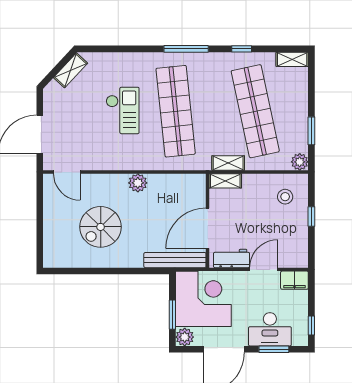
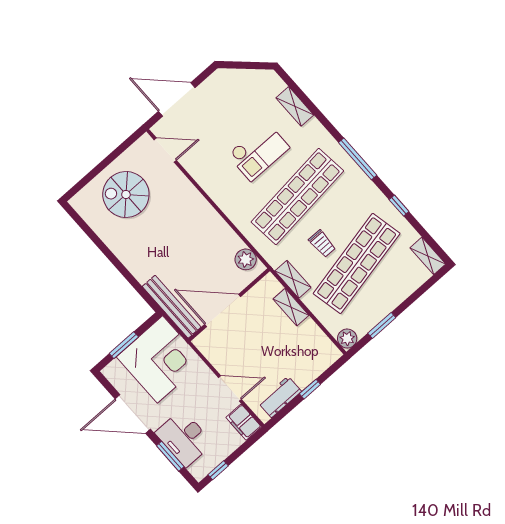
shelving: (71, 70) -> (295, 106), moved, turned 47
trolley: (222, 123) -> (322, 244), added
door: (67, 172) -> (165, 150), swing flipped
shelving: (225, 181) -> (291, 307), moved
plant: (138, 183) -> (246, 259), moved
stool: (285, 197) -> (307, 352), removed
spiral stairs: (101, 227) -> (126, 194), moved
workbench: (232, 259) -> (280, 397), moved, turned -90
plant: (185, 337) -> (114, 372), removed

